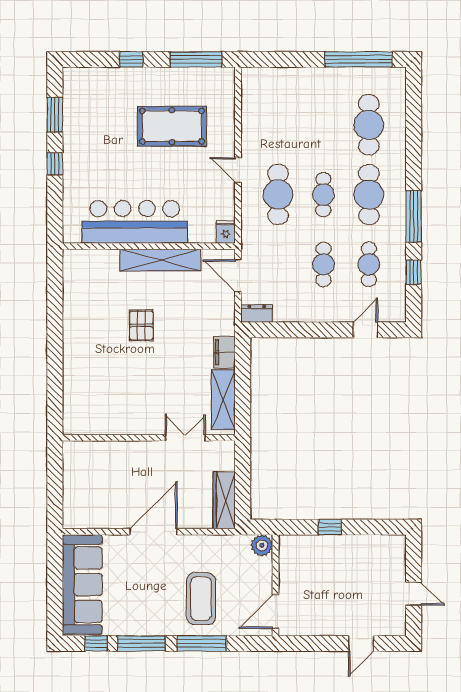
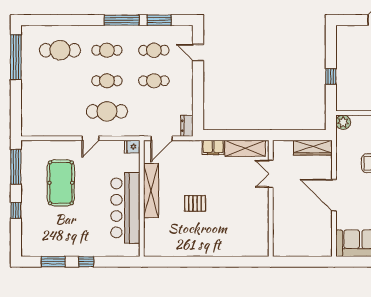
cafe table: (369, 195) -> (107, 50), width x0.73, depth x0.74
window: (414, 272) -> (159, 20), width x1.50

